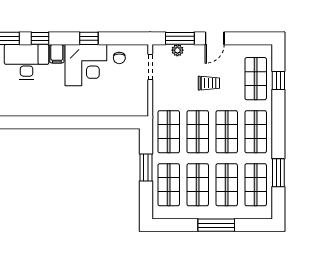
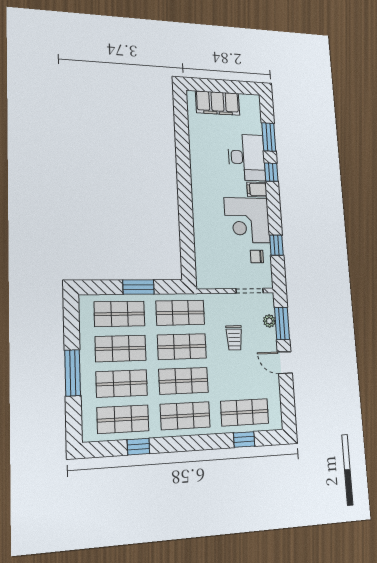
window: (89, 38) -> (276, 245), moved
trolley: (209, 83) -> (234, 338), moved
window: (278, 173) -> (138, 447), width x0.67

